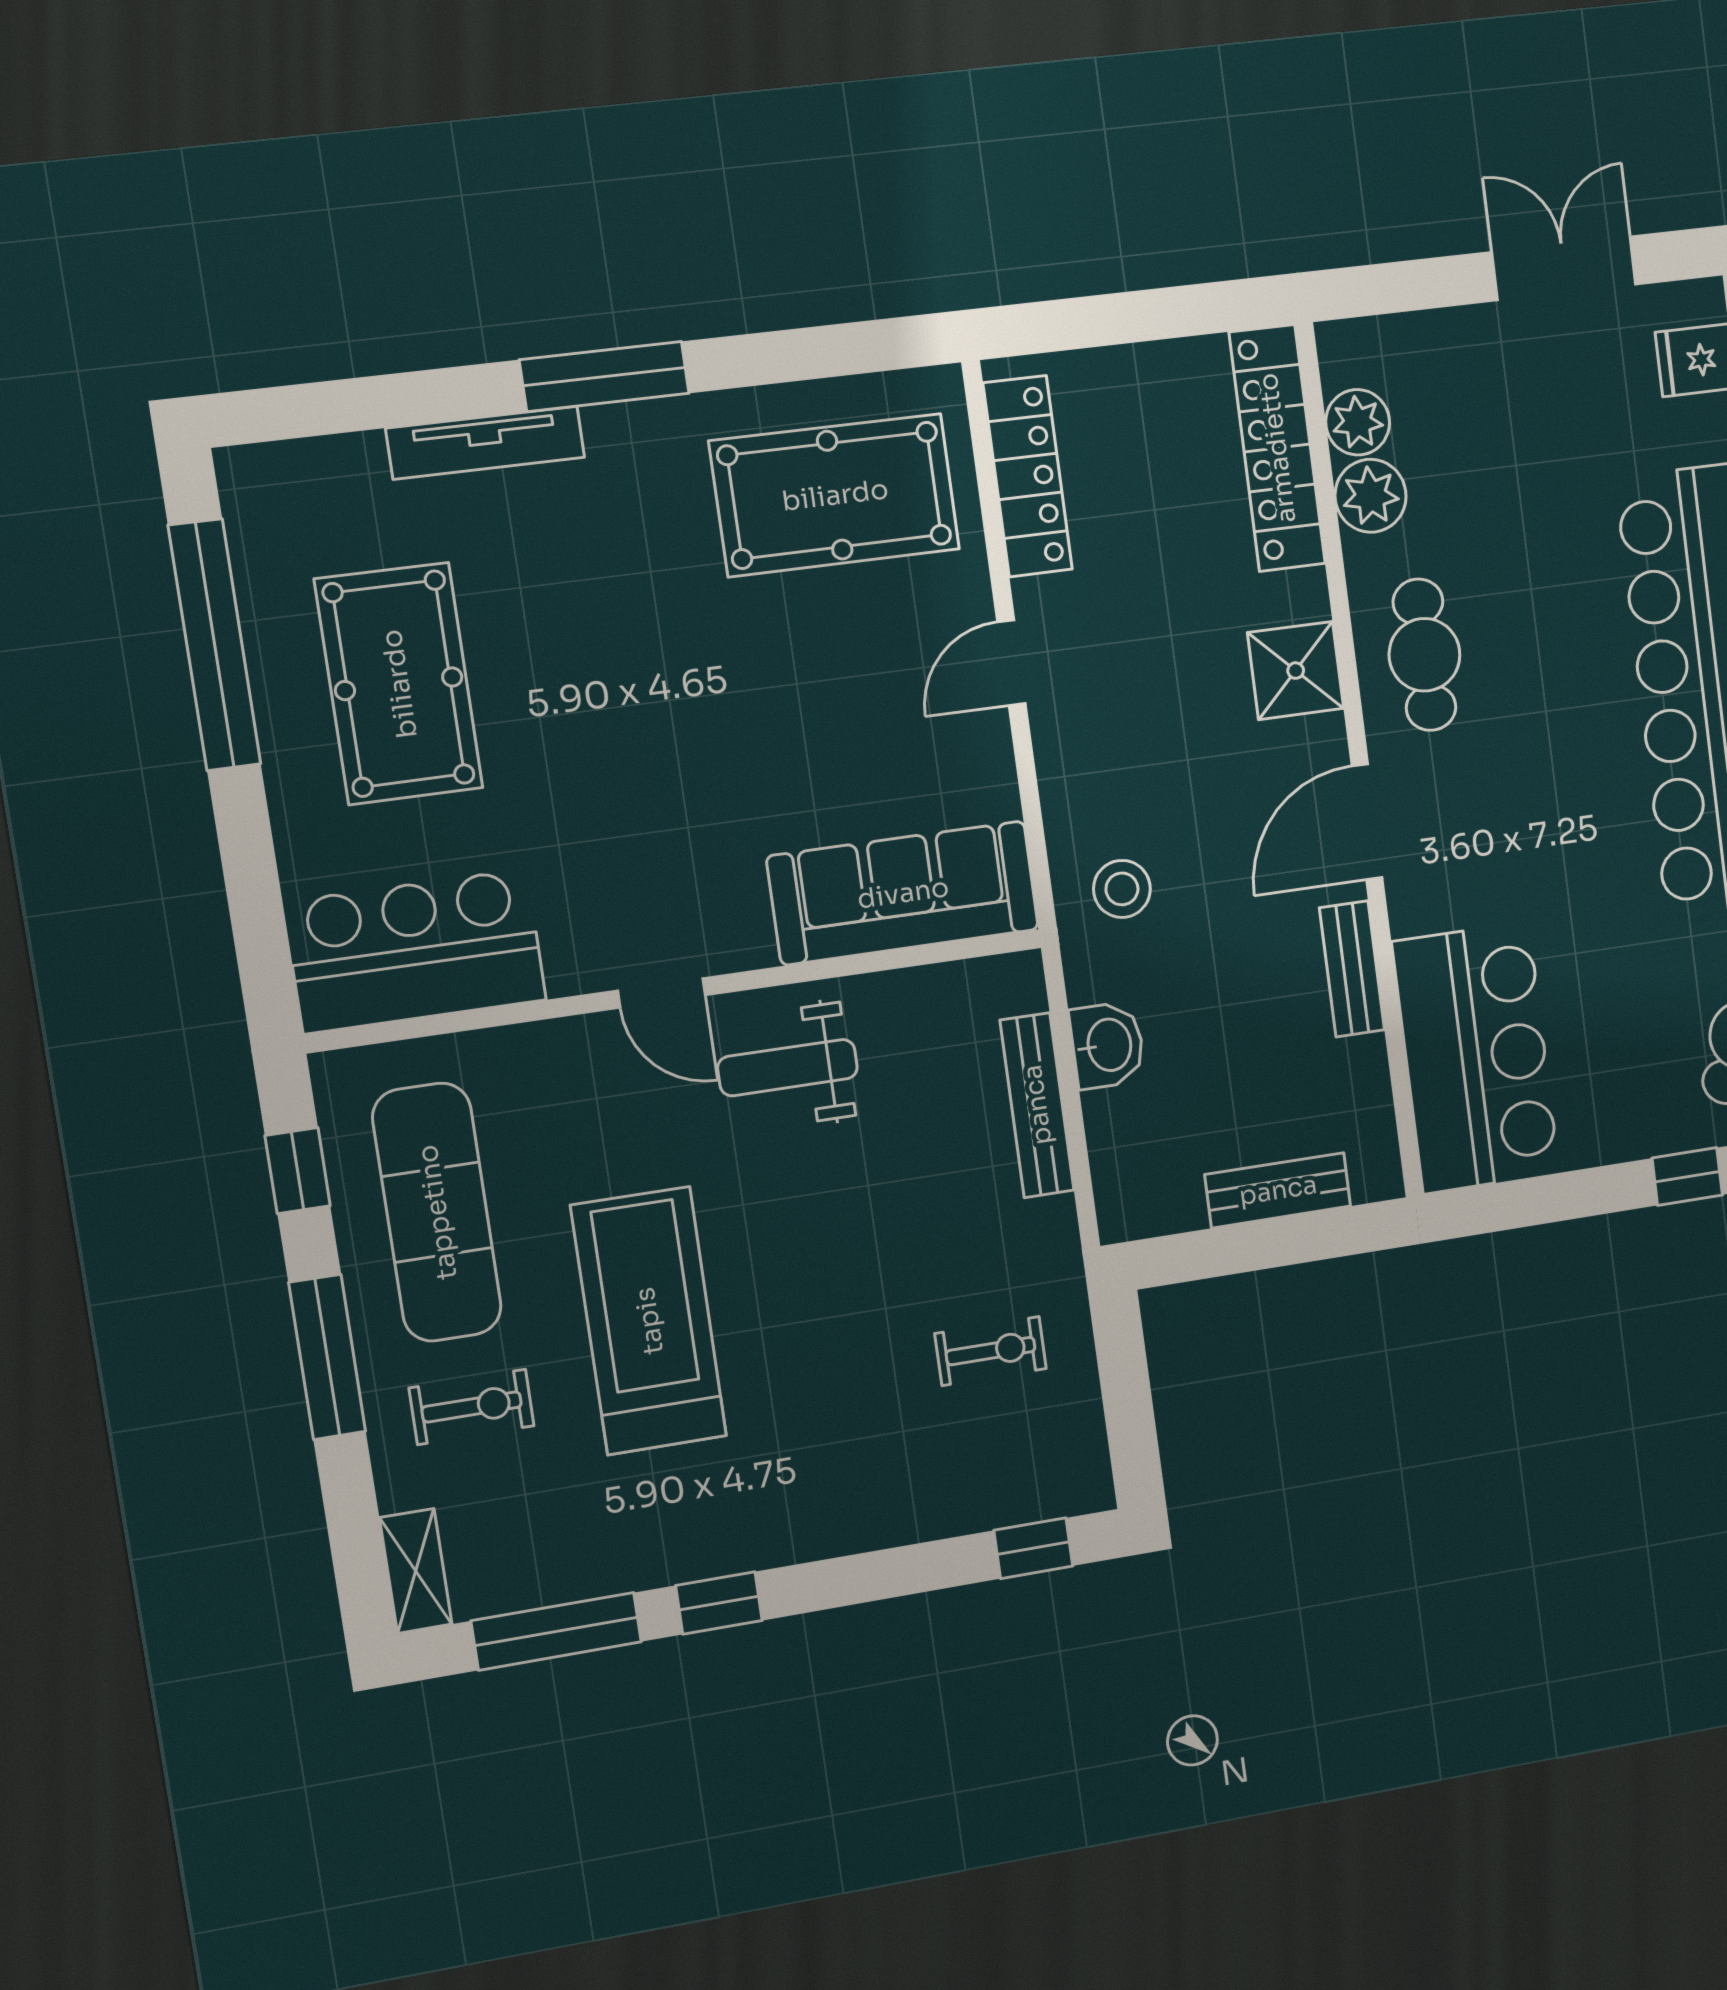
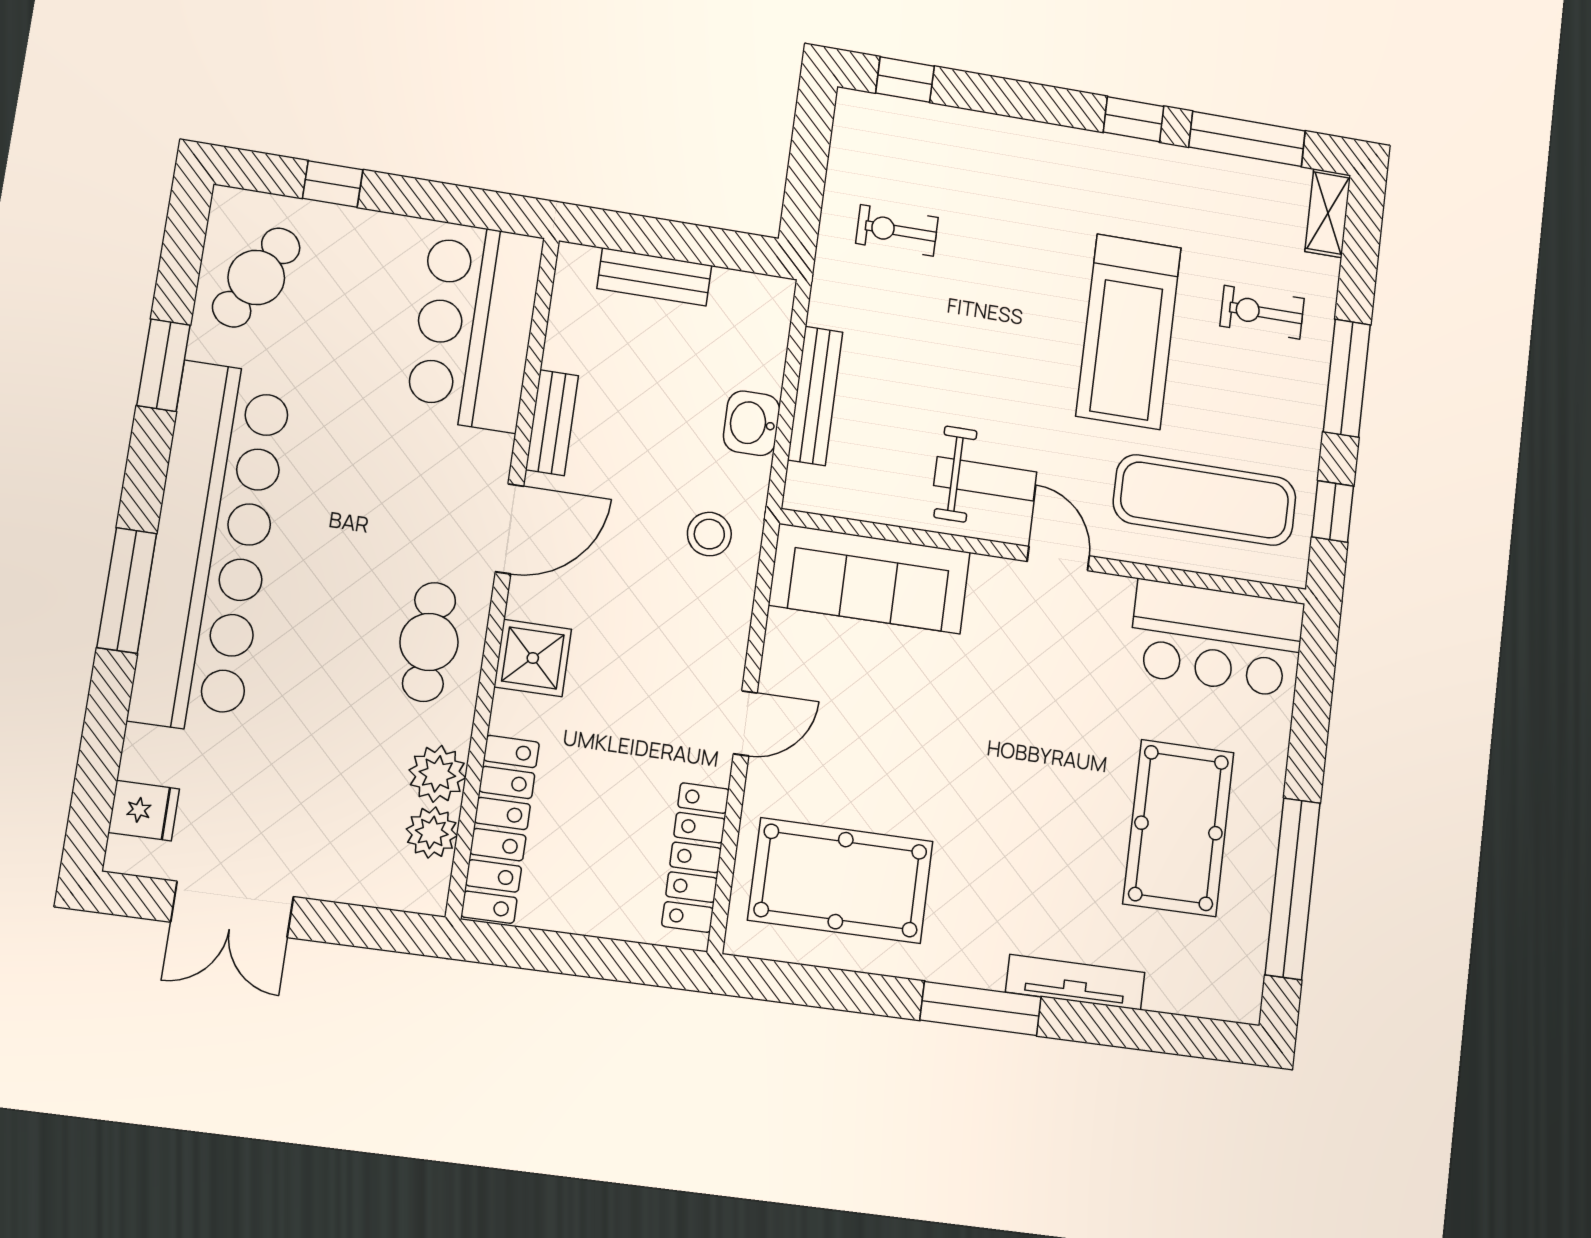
exercise mat: (437, 1212) -> (1205, 500), moved, turned 90

